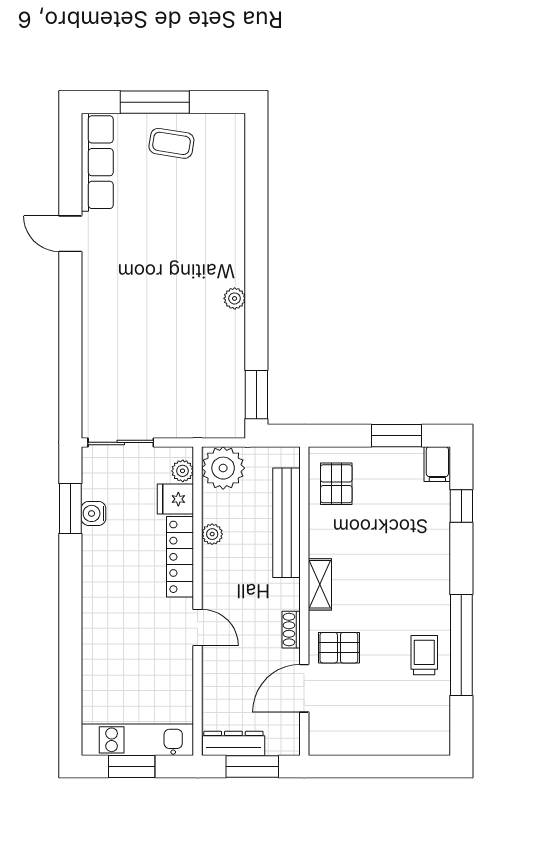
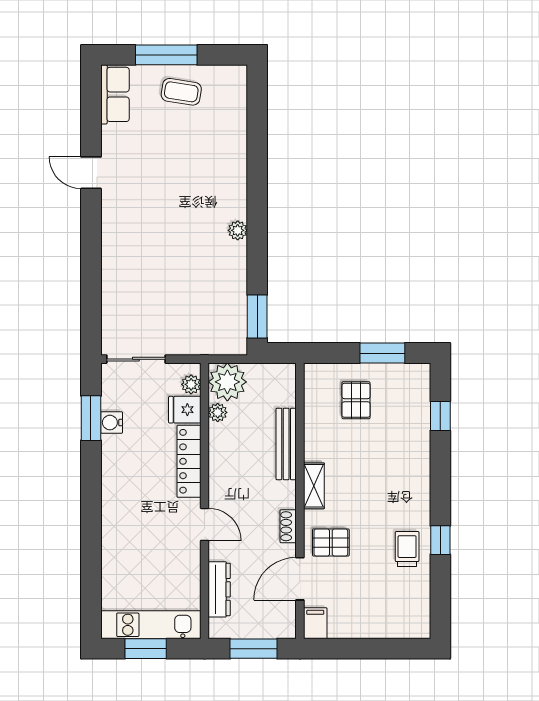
row of seats: (97, 162) -> (115, 94), width x0.68
filing cabinet: (437, 464) -> (315, 623), moved, turned 180
pallet: (336, 484) -> (356, 400), moved
bench: (286, 523) -> (286, 444), width x0.73, depth x0.82
plant: (212, 534) -> (218, 412), moved
window: (461, 645) -> (440, 540), width x0.32
dresser: (233, 743) -> (219, 589), moved, turned 90

